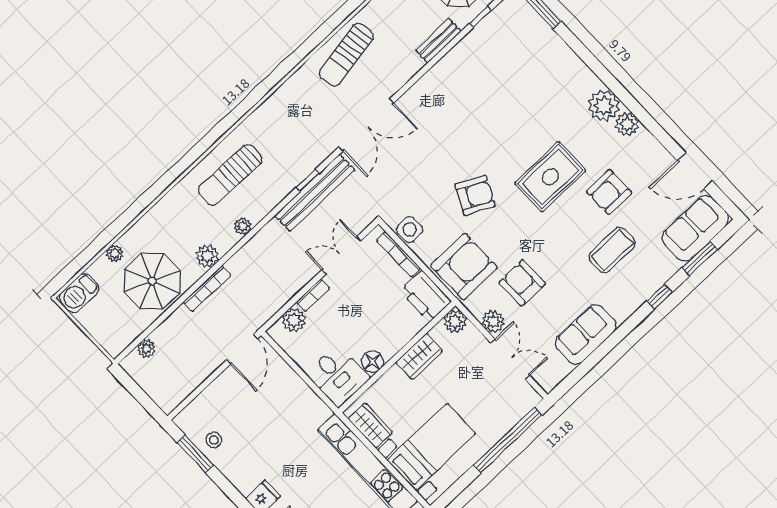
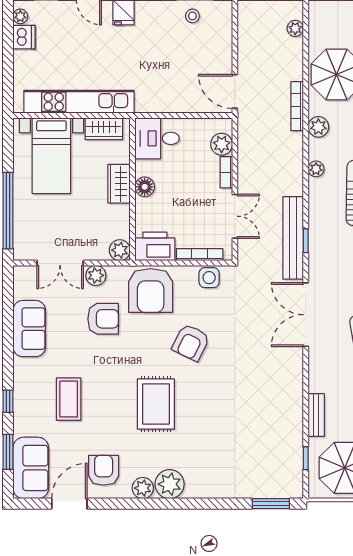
armchair: (609, 192) -> (104, 470), moved
wardrobe: (419, 356) -> (119, 184), moved
floor lamp: (373, 362) -> (145, 187), moved

